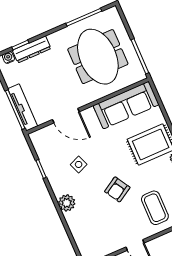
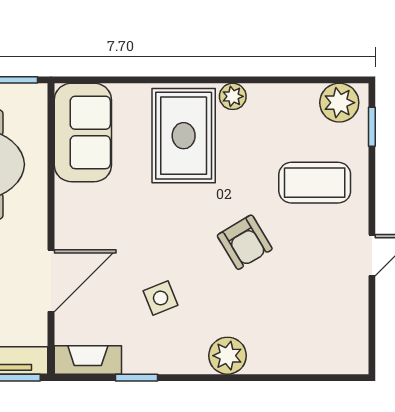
sofa: (126, 105) -> (83, 132), width x0.73
fireplace: (39, 145) -> (88, 360), added

